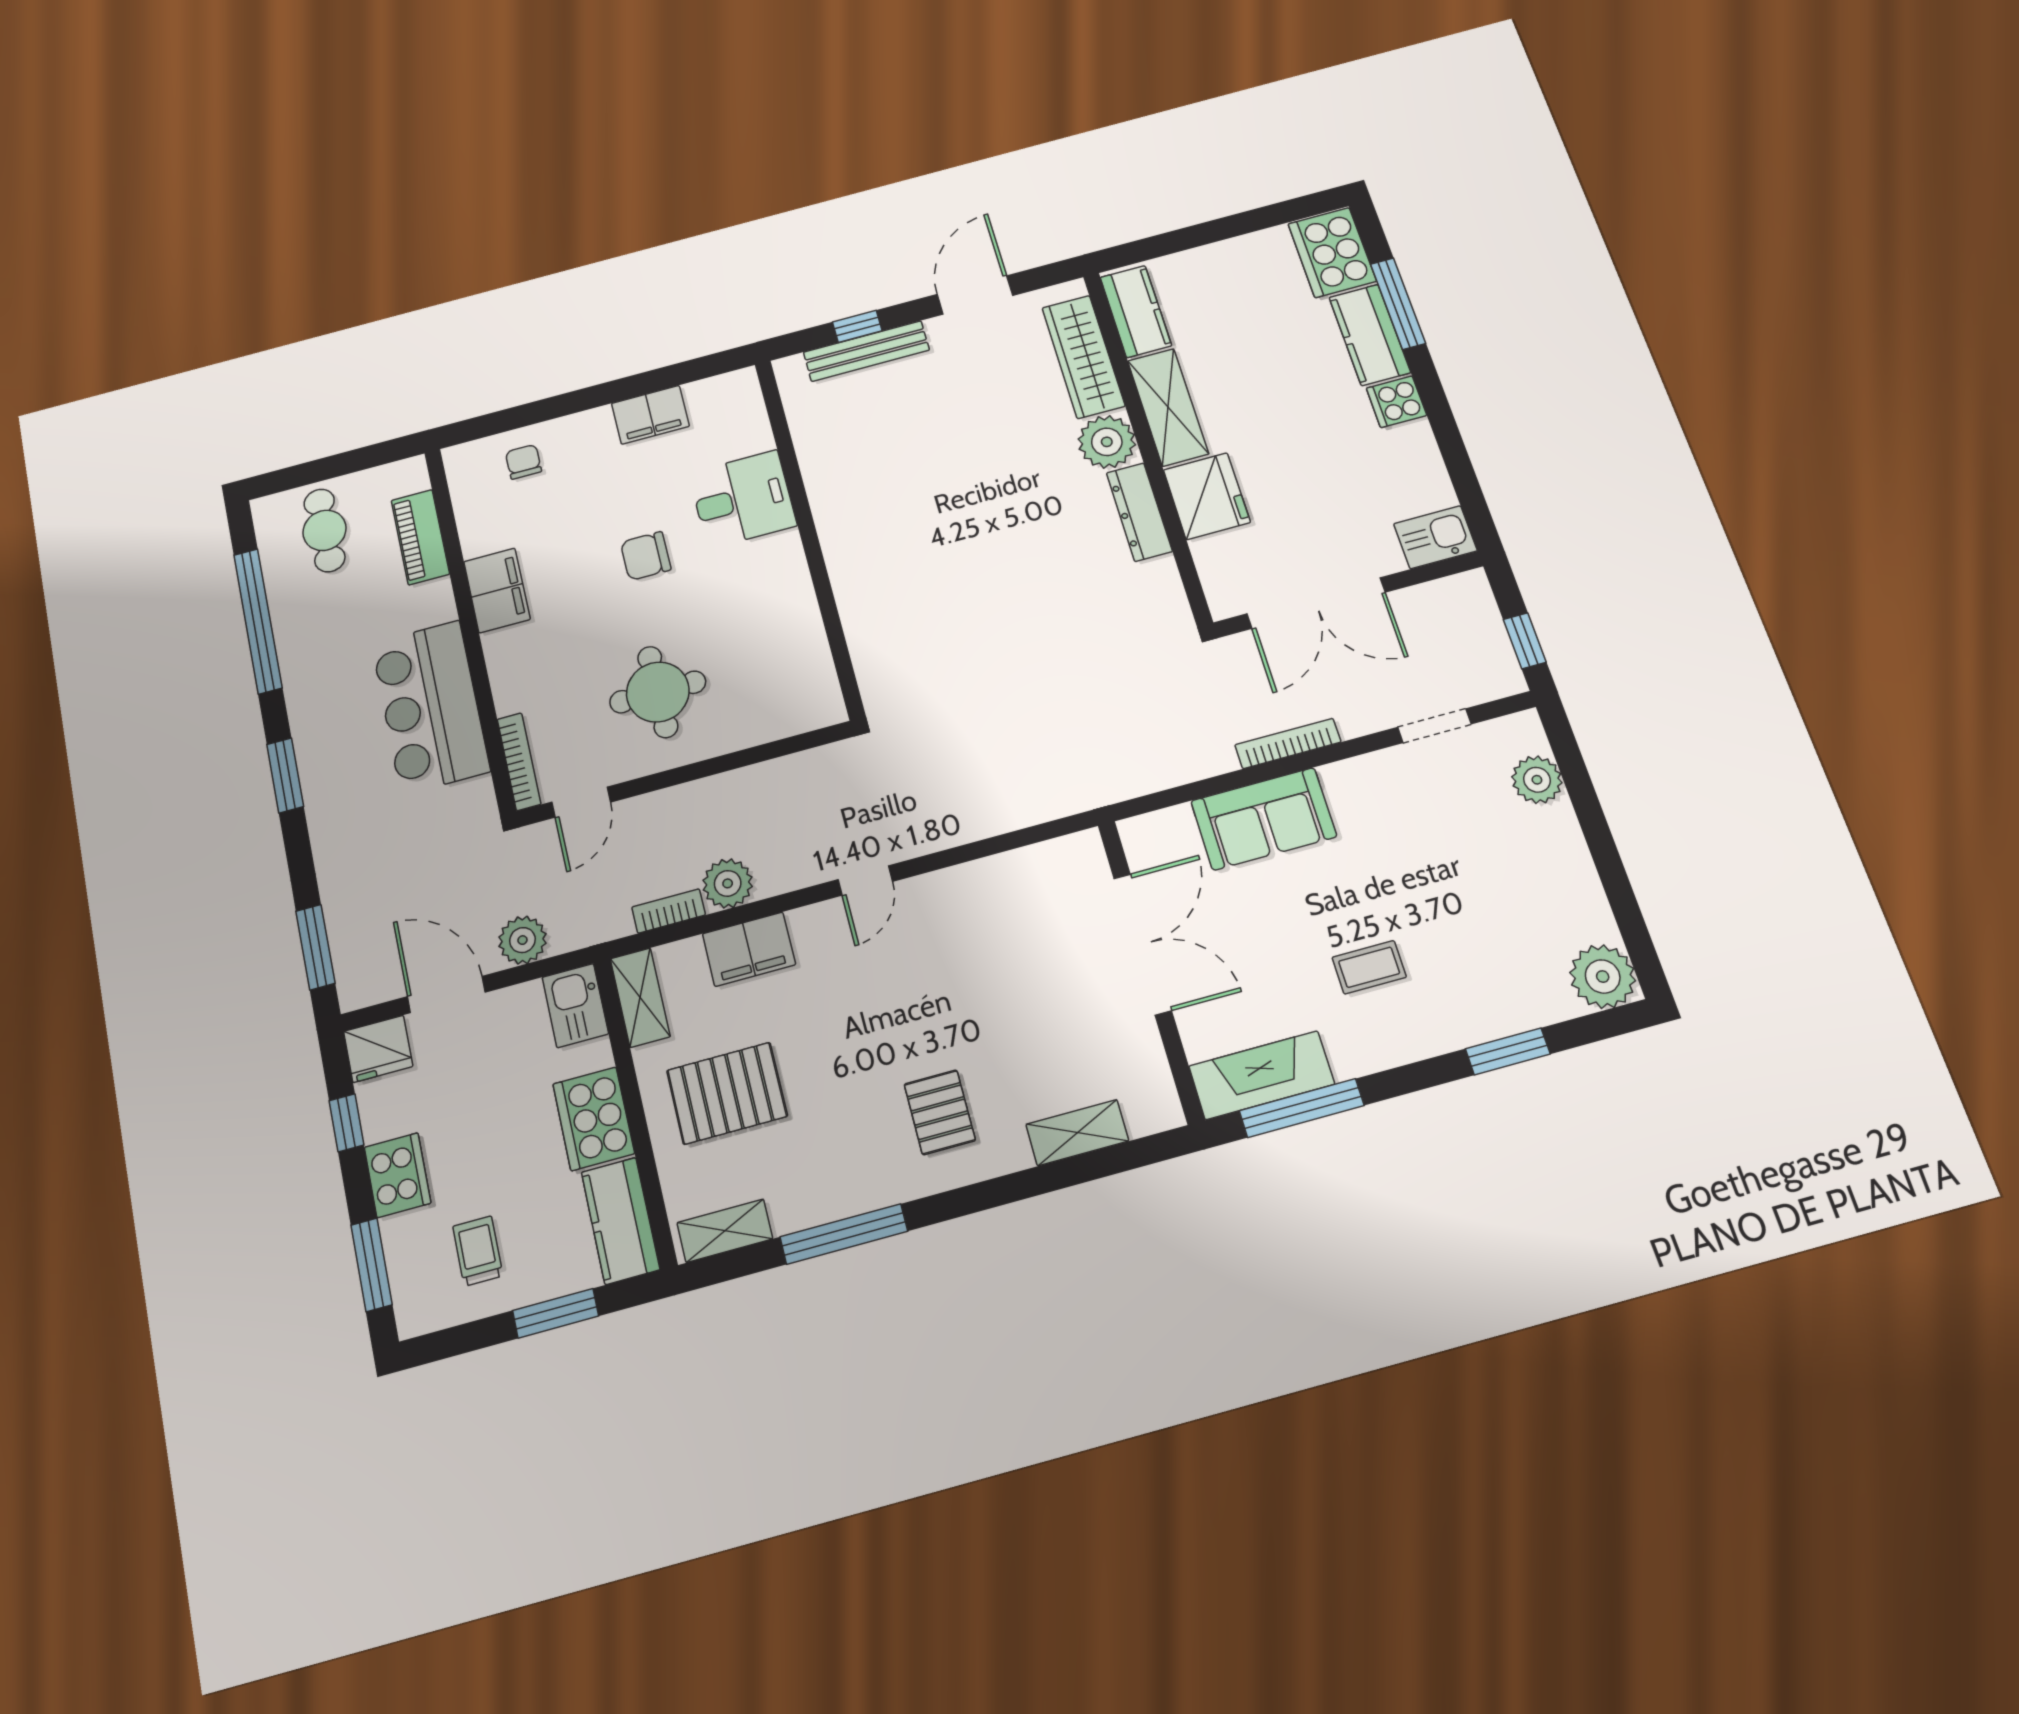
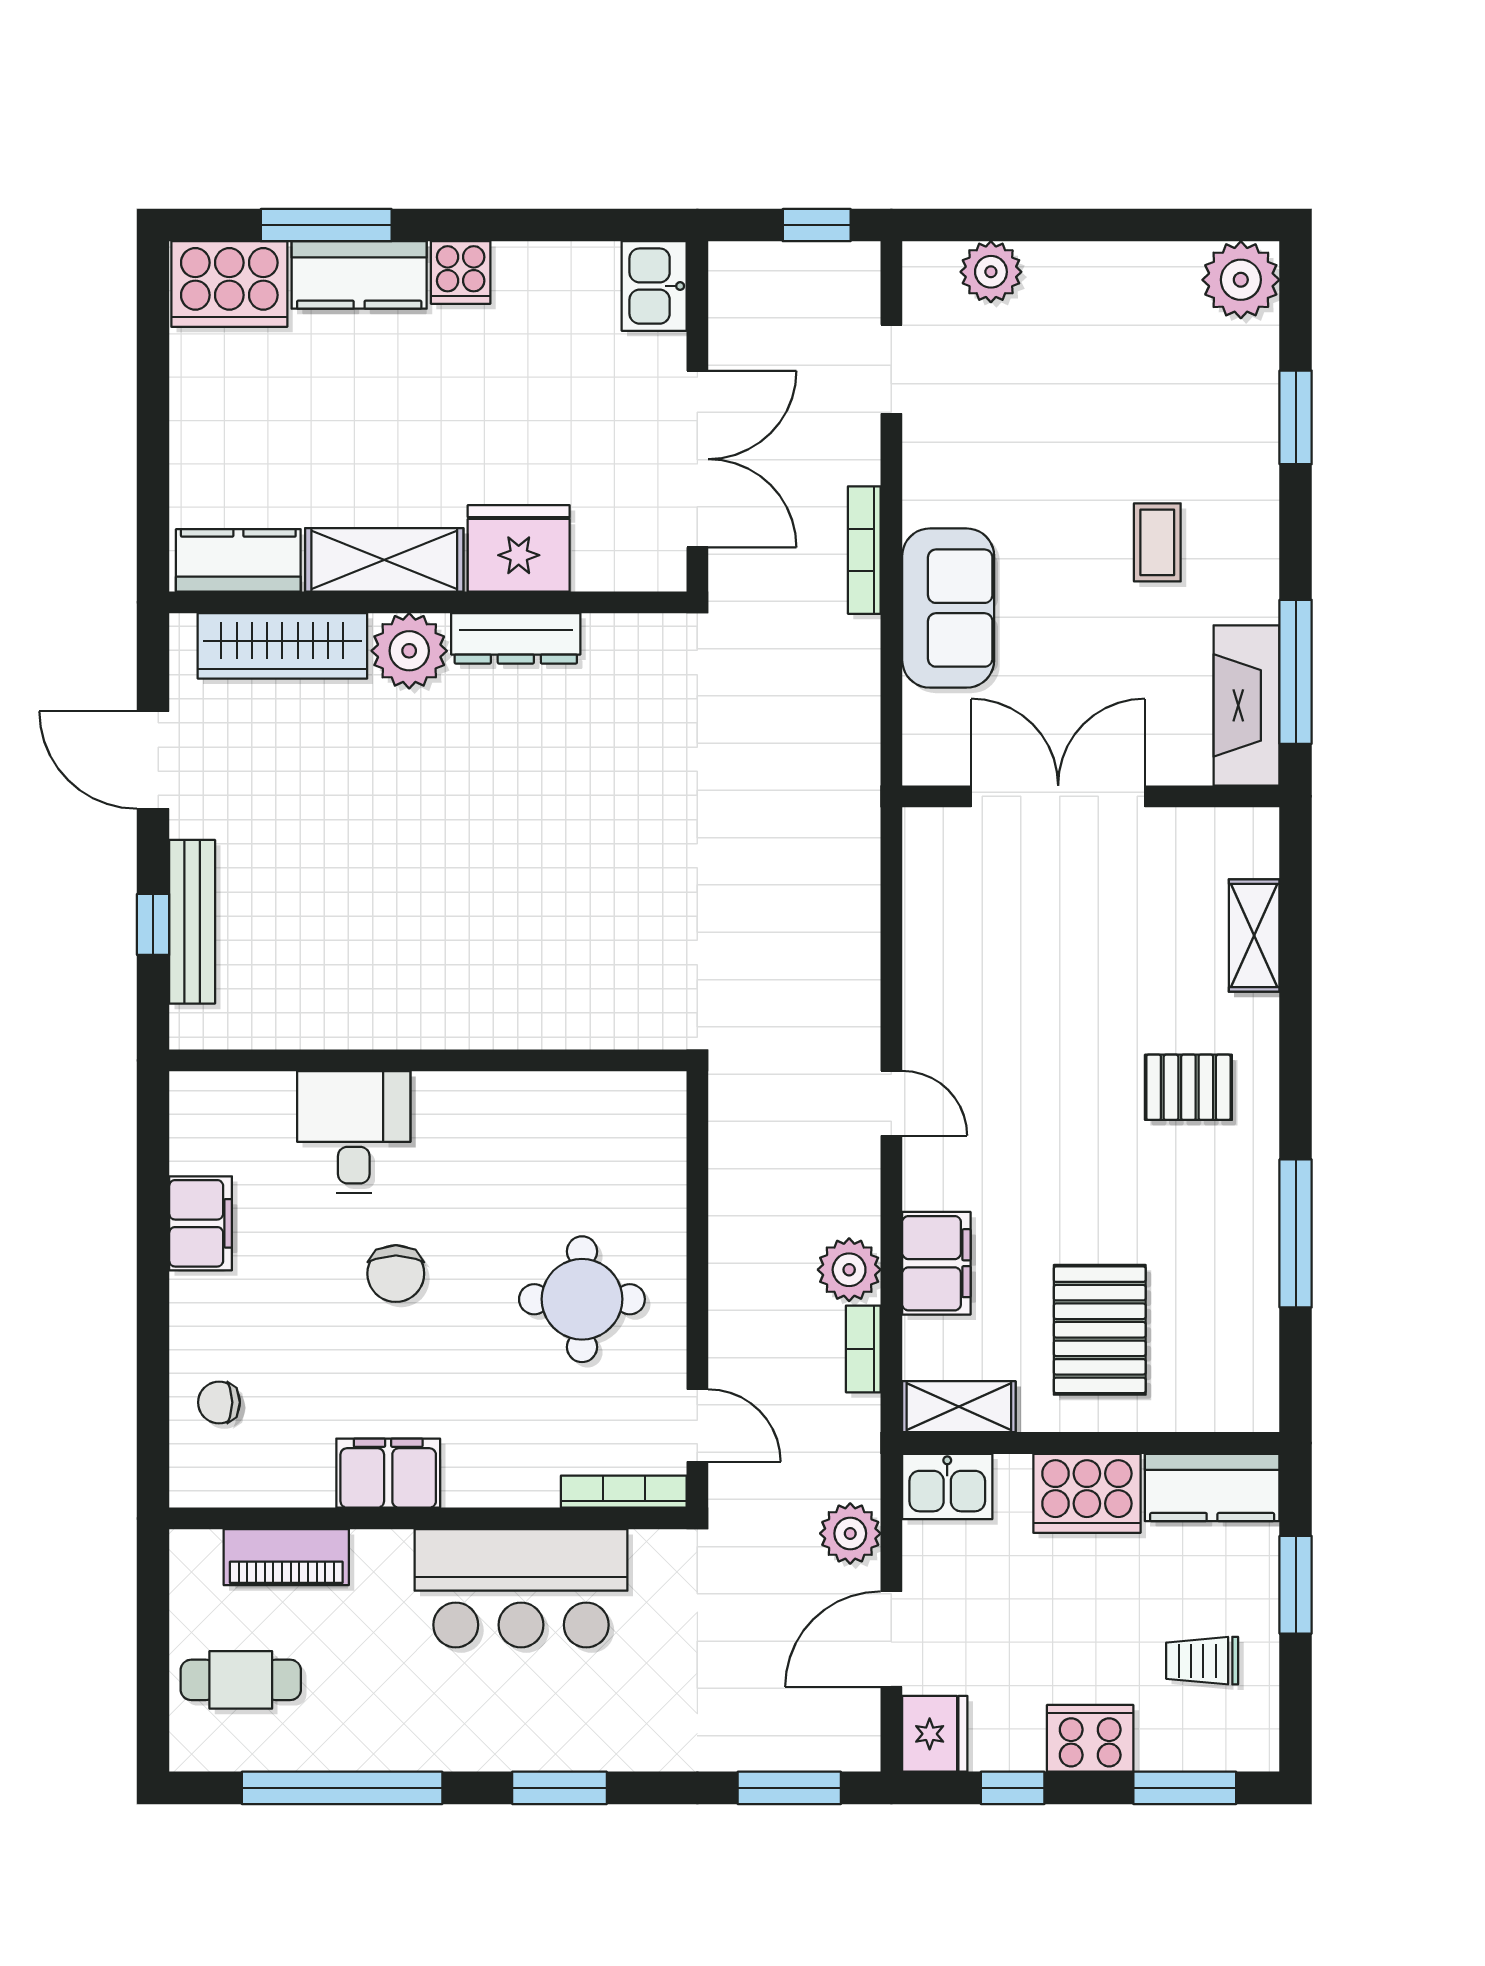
shelving: (725, 1231) -> (1256, 1369), removed

